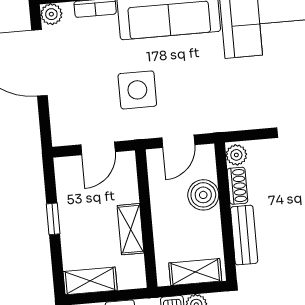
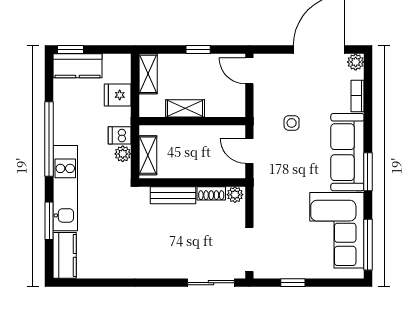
side table: (137, 90) -> (292, 123), width x0.54, depth x0.54
door: (98, 148) -> (249, 71), moved
boiler: (203, 195) -> (207, 167), removed

